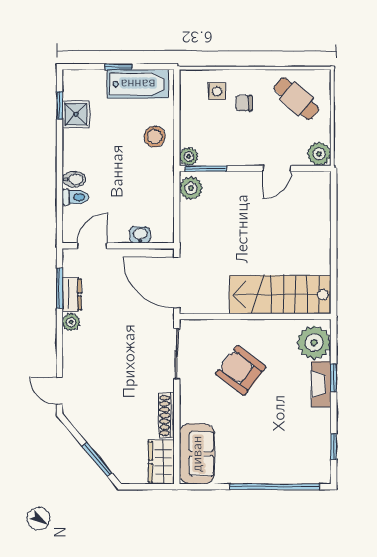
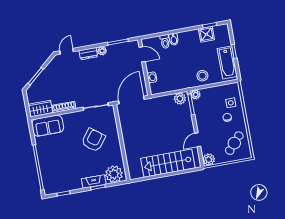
door: (277, 168) -> (198, 140), hinge flipped
dresser: (72, 294) -> (88, 54), moved
stairs: (280, 295) -> (168, 163), moved, turned -90

